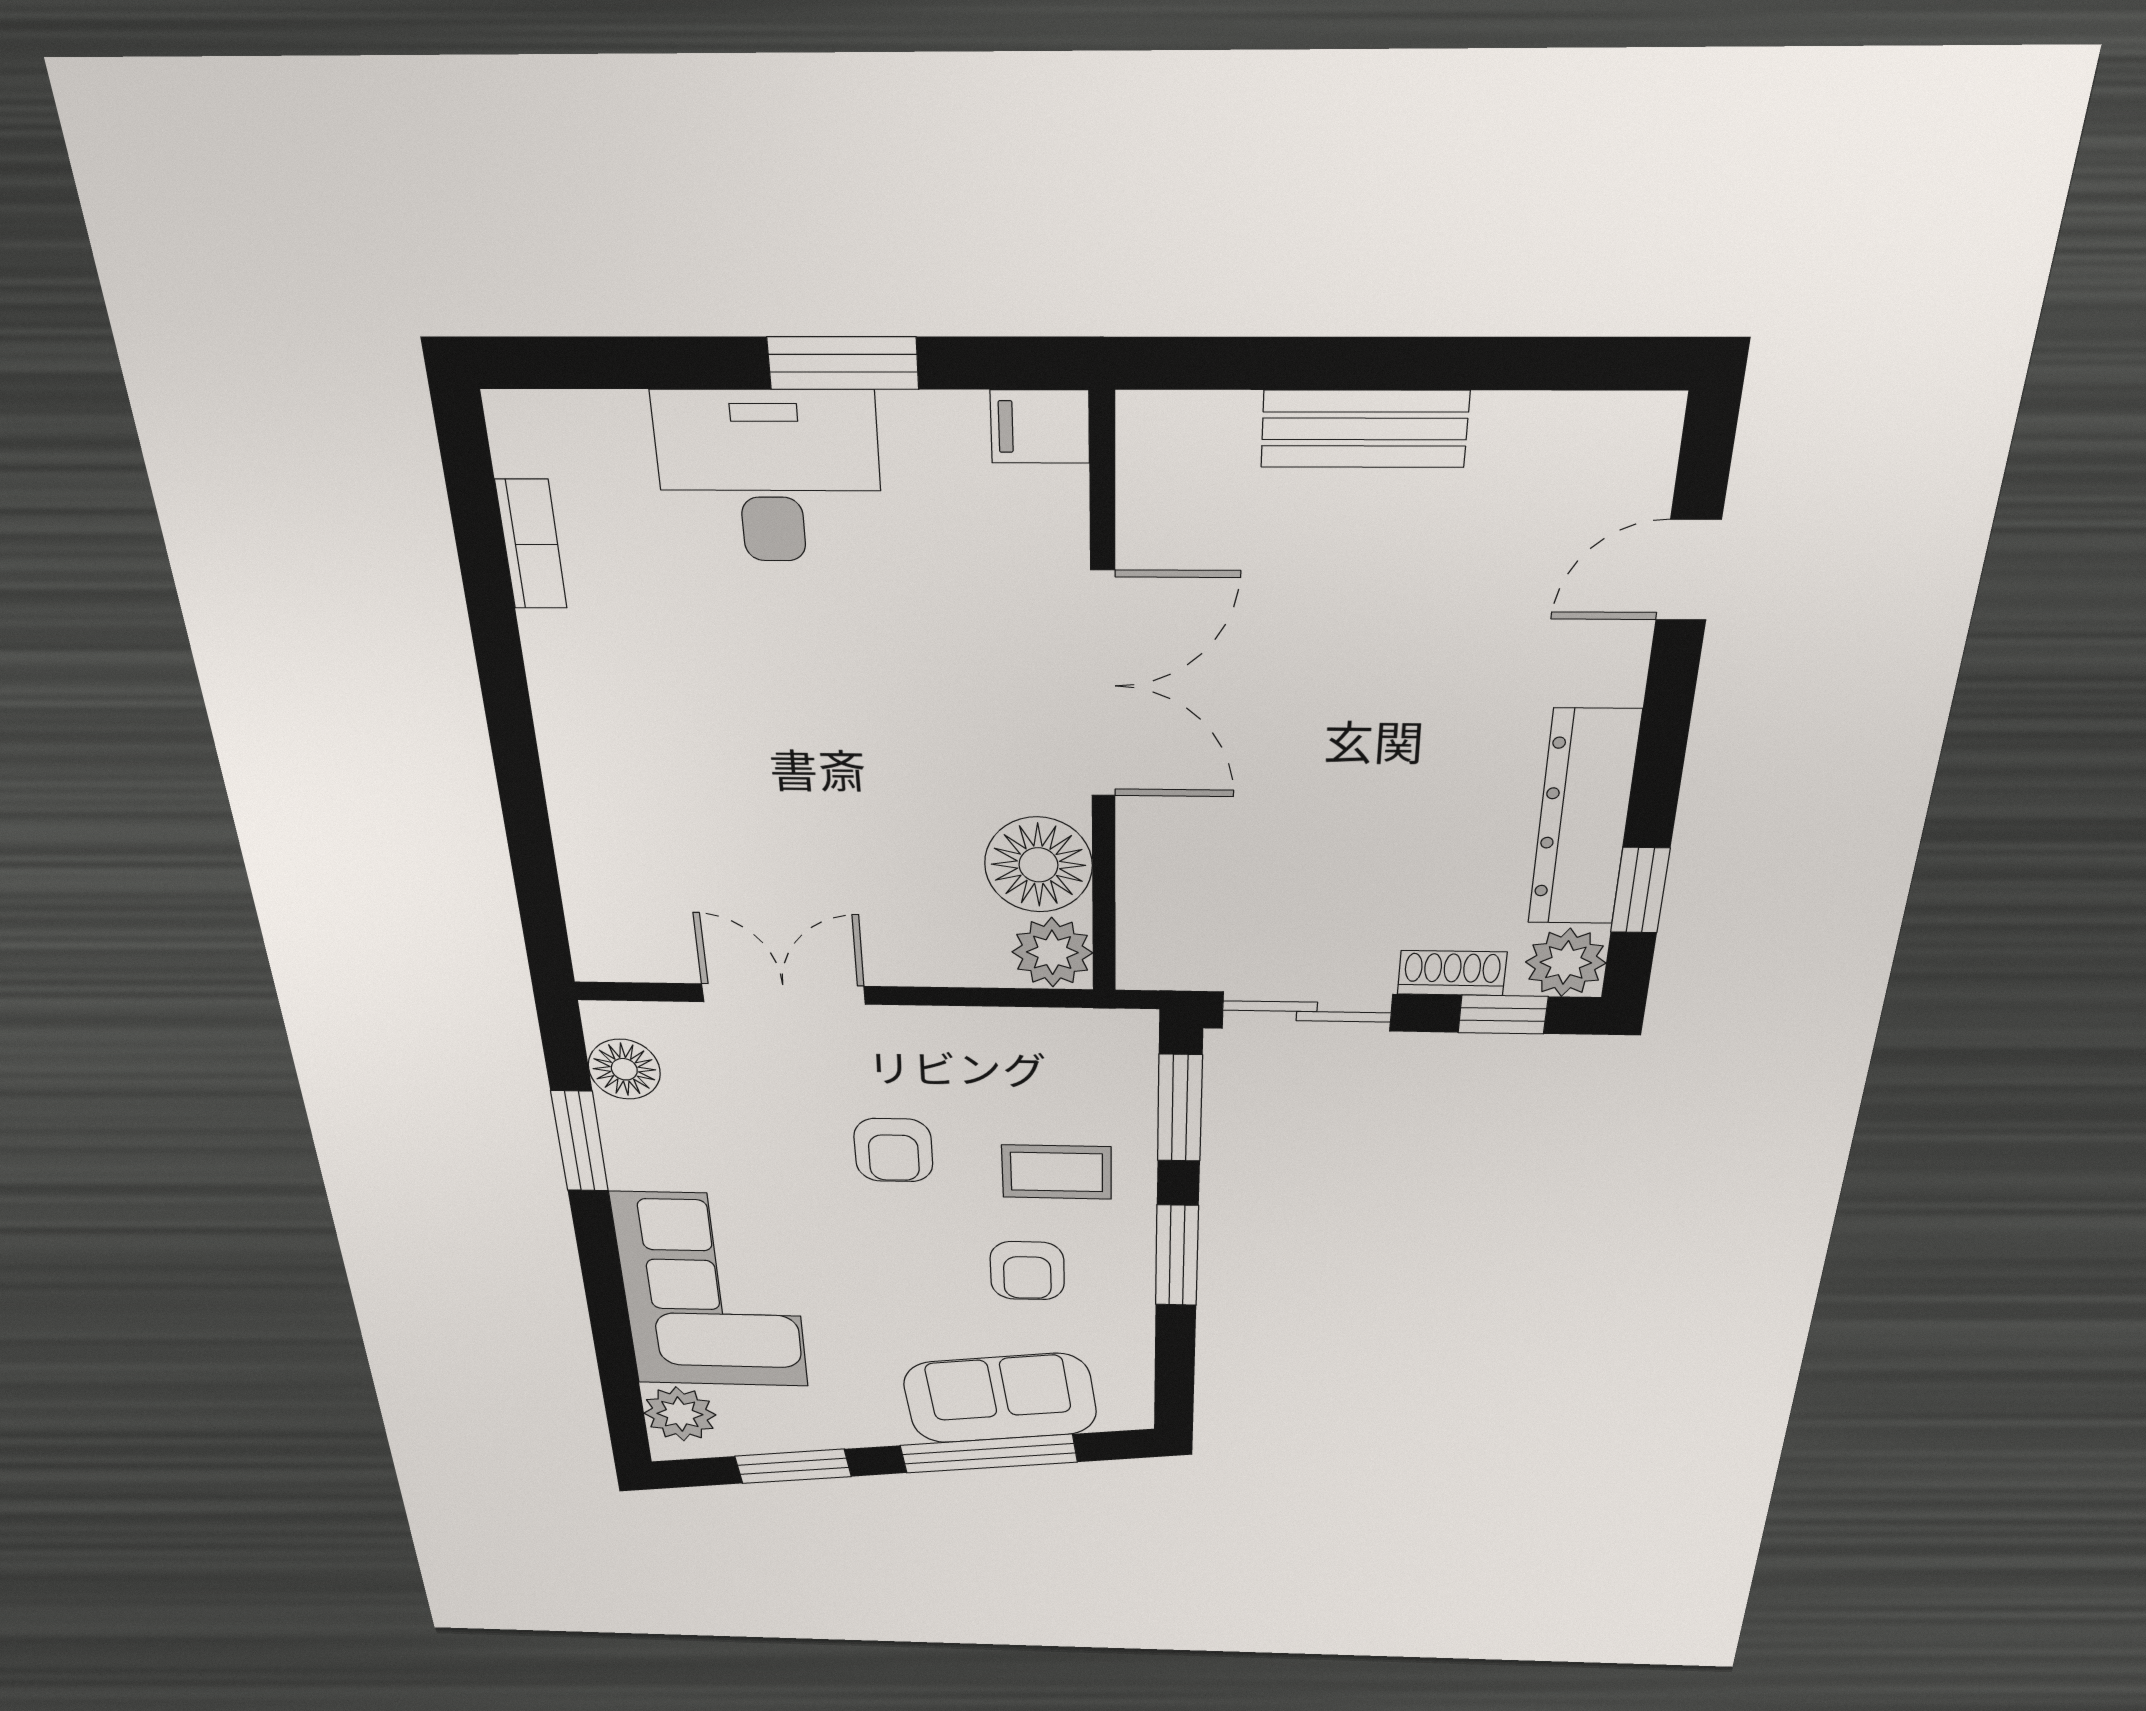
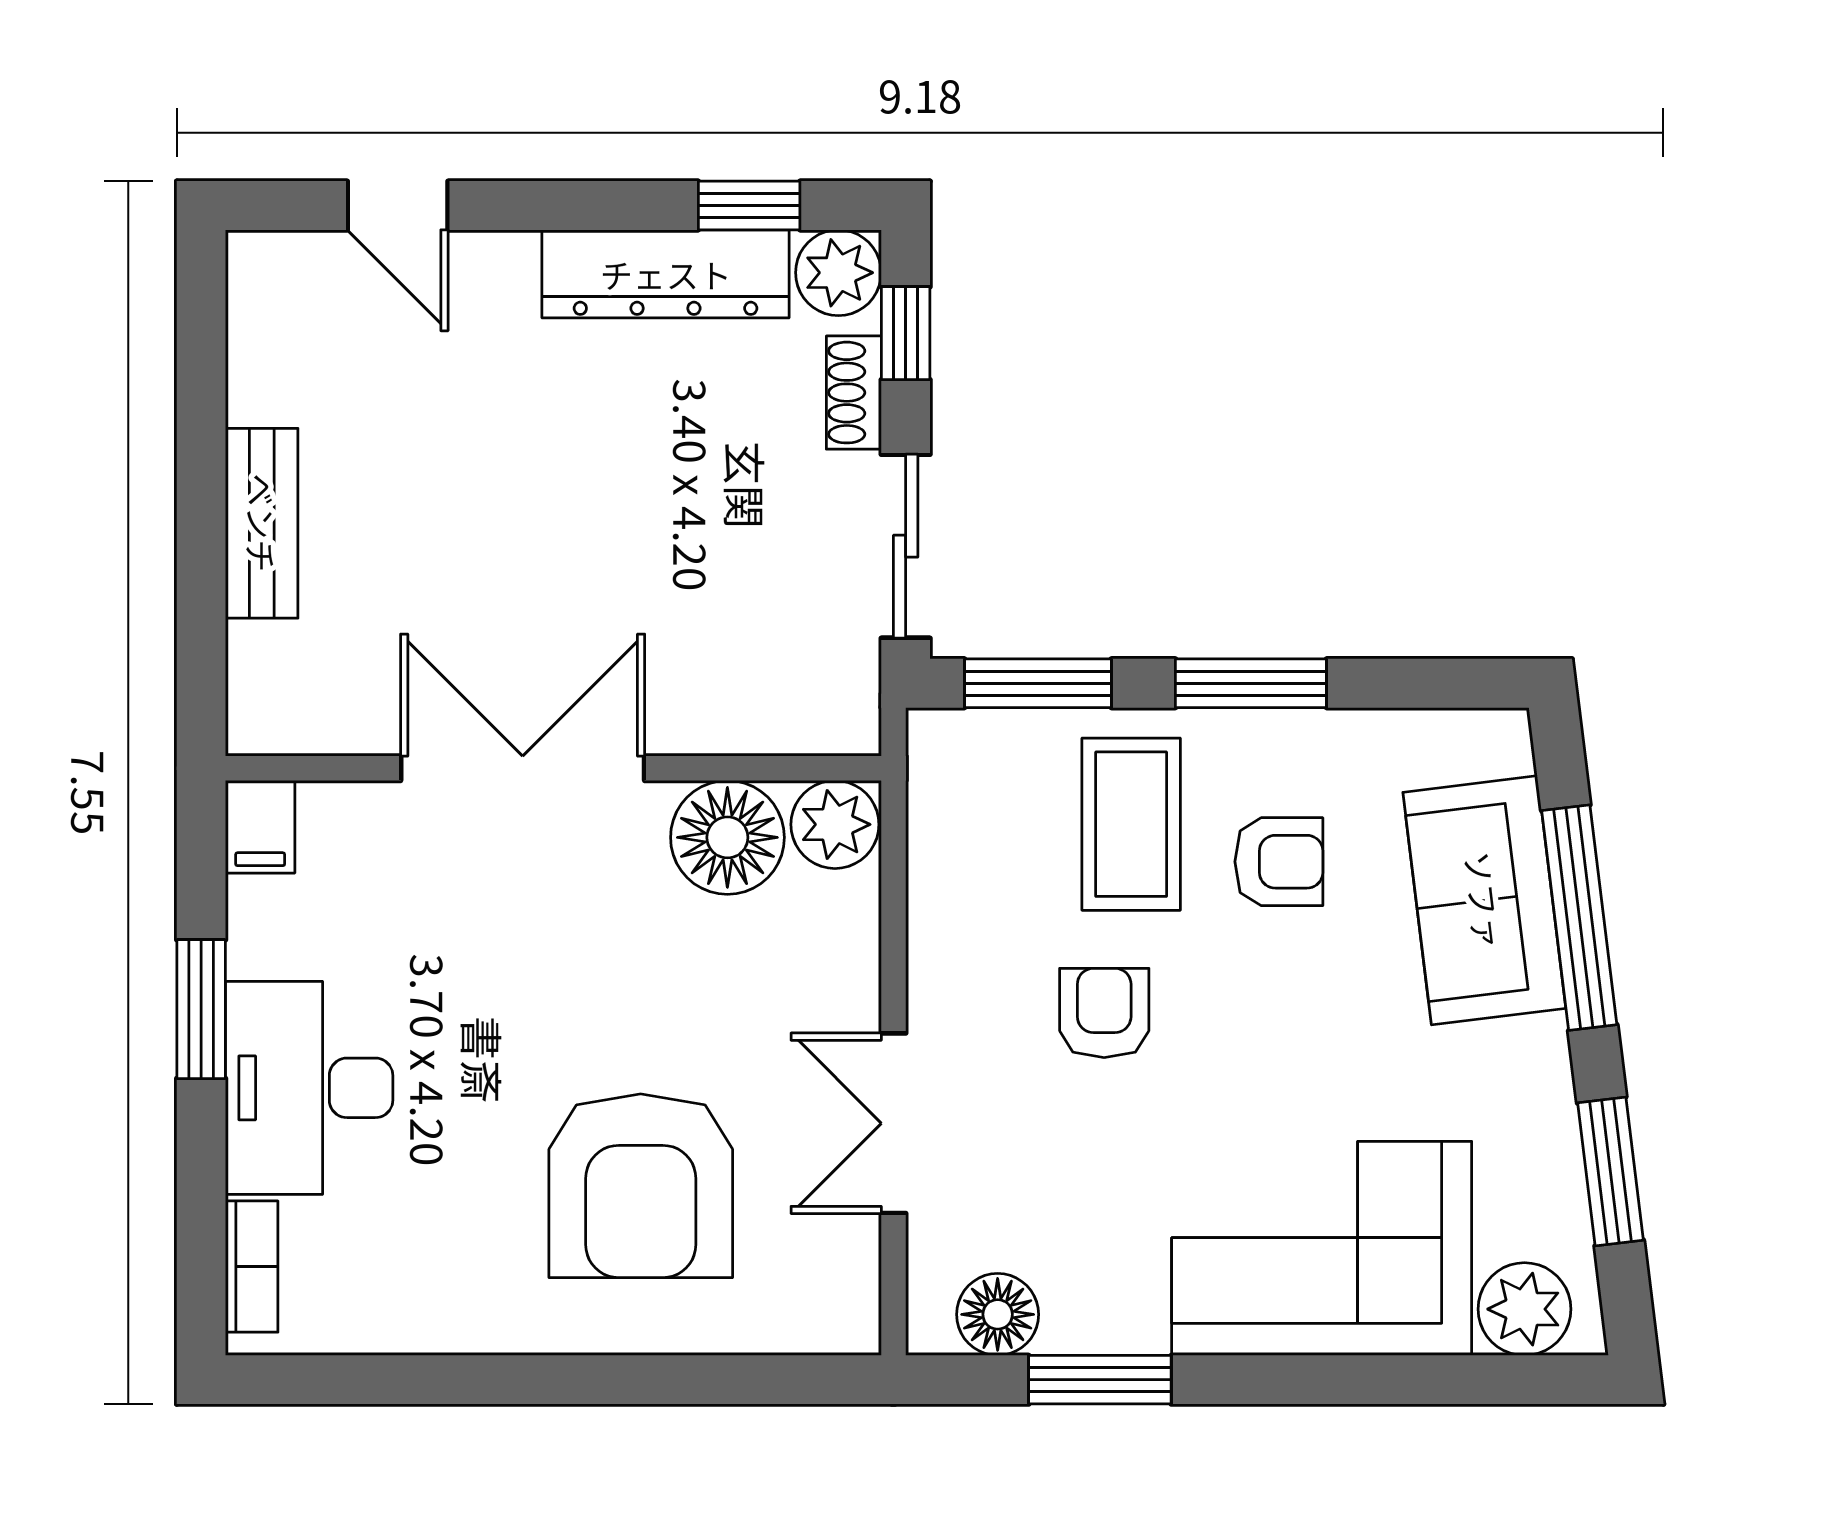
bookcase: (531, 544) -> (252, 1267), moved, turned 90
armchair: (704, 787) -> (641, 1186), added
armchair: (893, 1150) -> (1104, 1013), turned -90
coffee table: (1057, 1172) -> (1131, 824), width x1.36, depth x1.30

